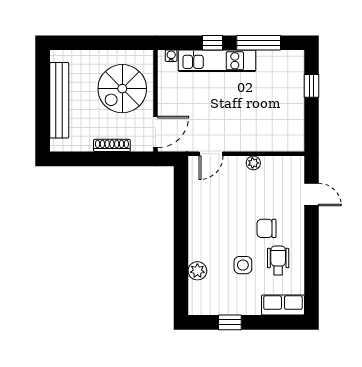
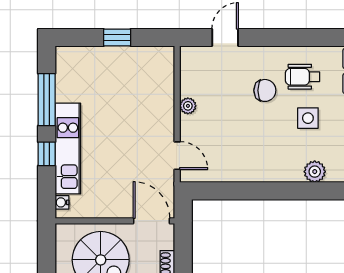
window: (311, 86) -> (117, 38), moved
chair: (266, 228) -> (265, 90), turned -90

